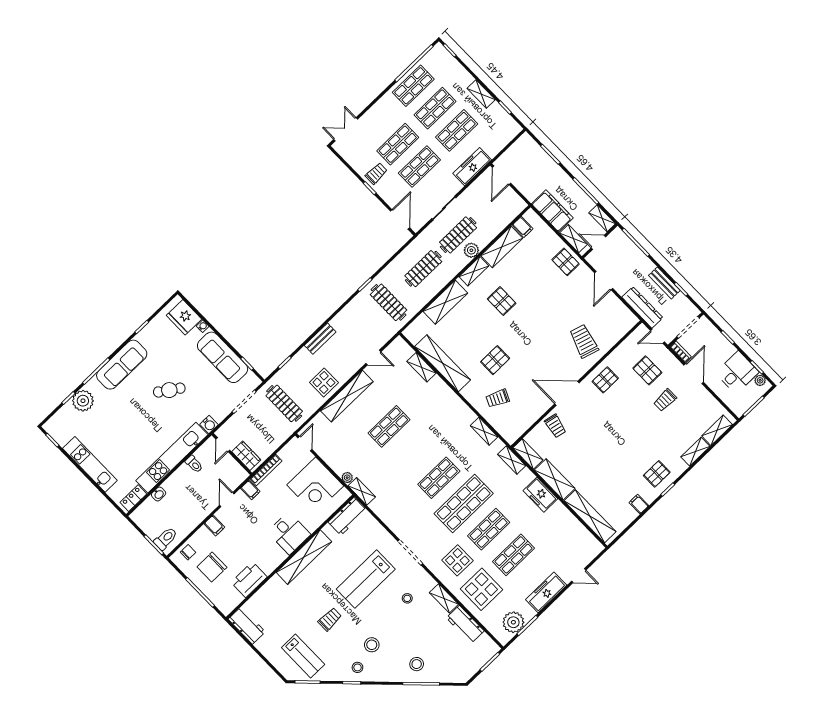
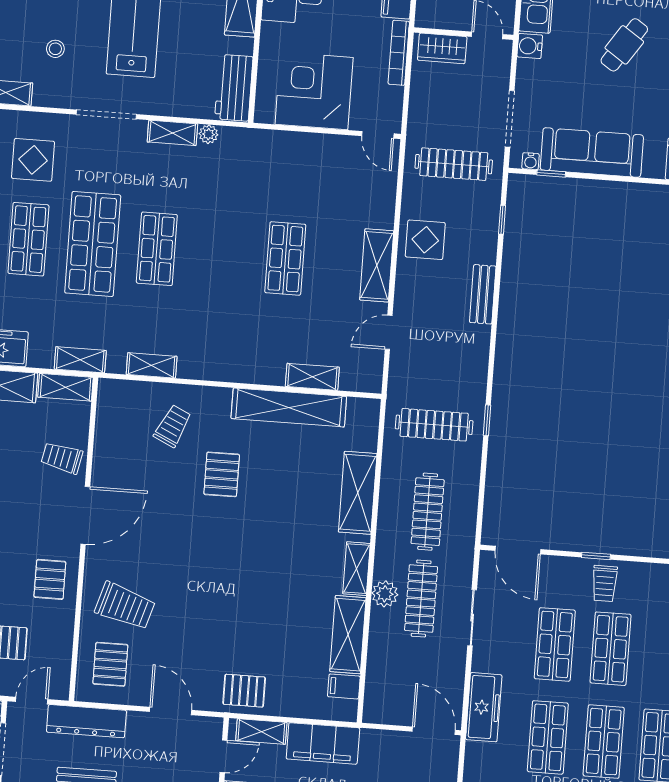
pallet: (502, 301) -> (110, 664), moved, turned 90
water cooler: (203, 326) -> (531, 161), moved
shelving: (347, 396) -> (377, 265), width x0.68
plant: (347, 478) -> (208, 134), moved
shelving: (362, 491) -> (172, 133), moved

